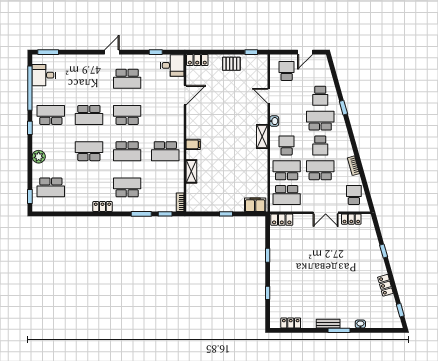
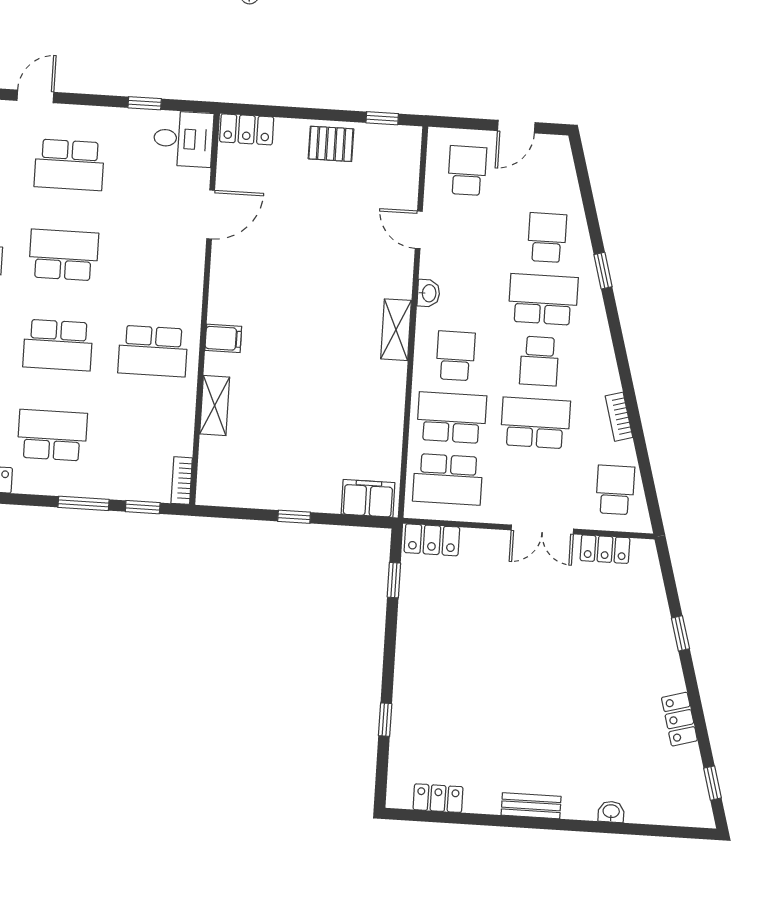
school desk: (320, 96) -> (547, 238), turned 180
window: (268, 255) -> (394, 580), moved
window: (339, 330) -> (557, 824), removed

